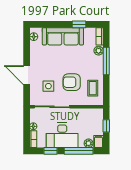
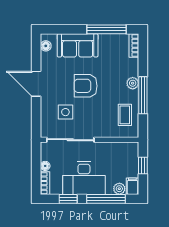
window: (79, 24) -> (106, 29), width x2.17
sofa: (63, 36) -> (78, 45), width x0.73
plant: (99, 51) -> (133, 83), moved
window: (106, 61) -> (143, 95), moved
door: (27, 75) -> (36, 84), moved
armchair: (72, 82) -> (86, 86), moved

